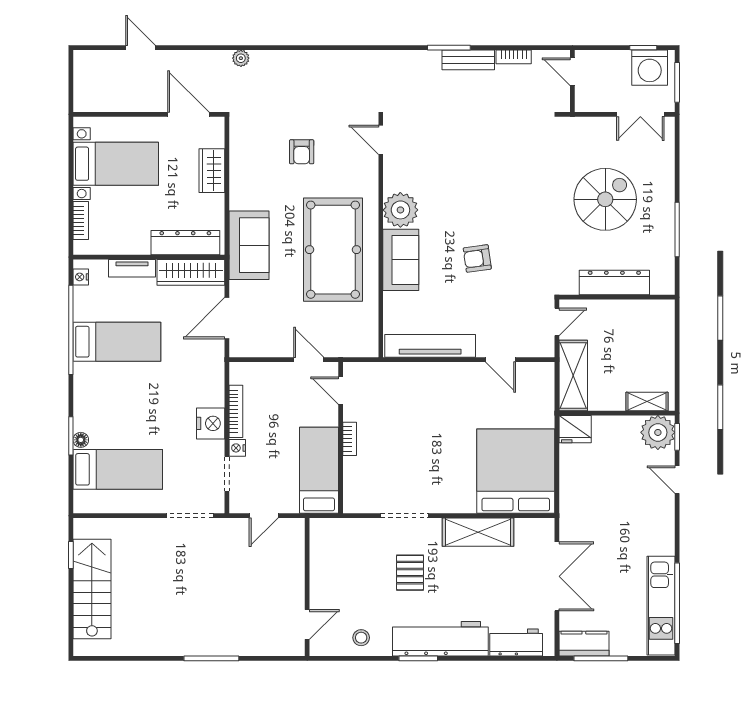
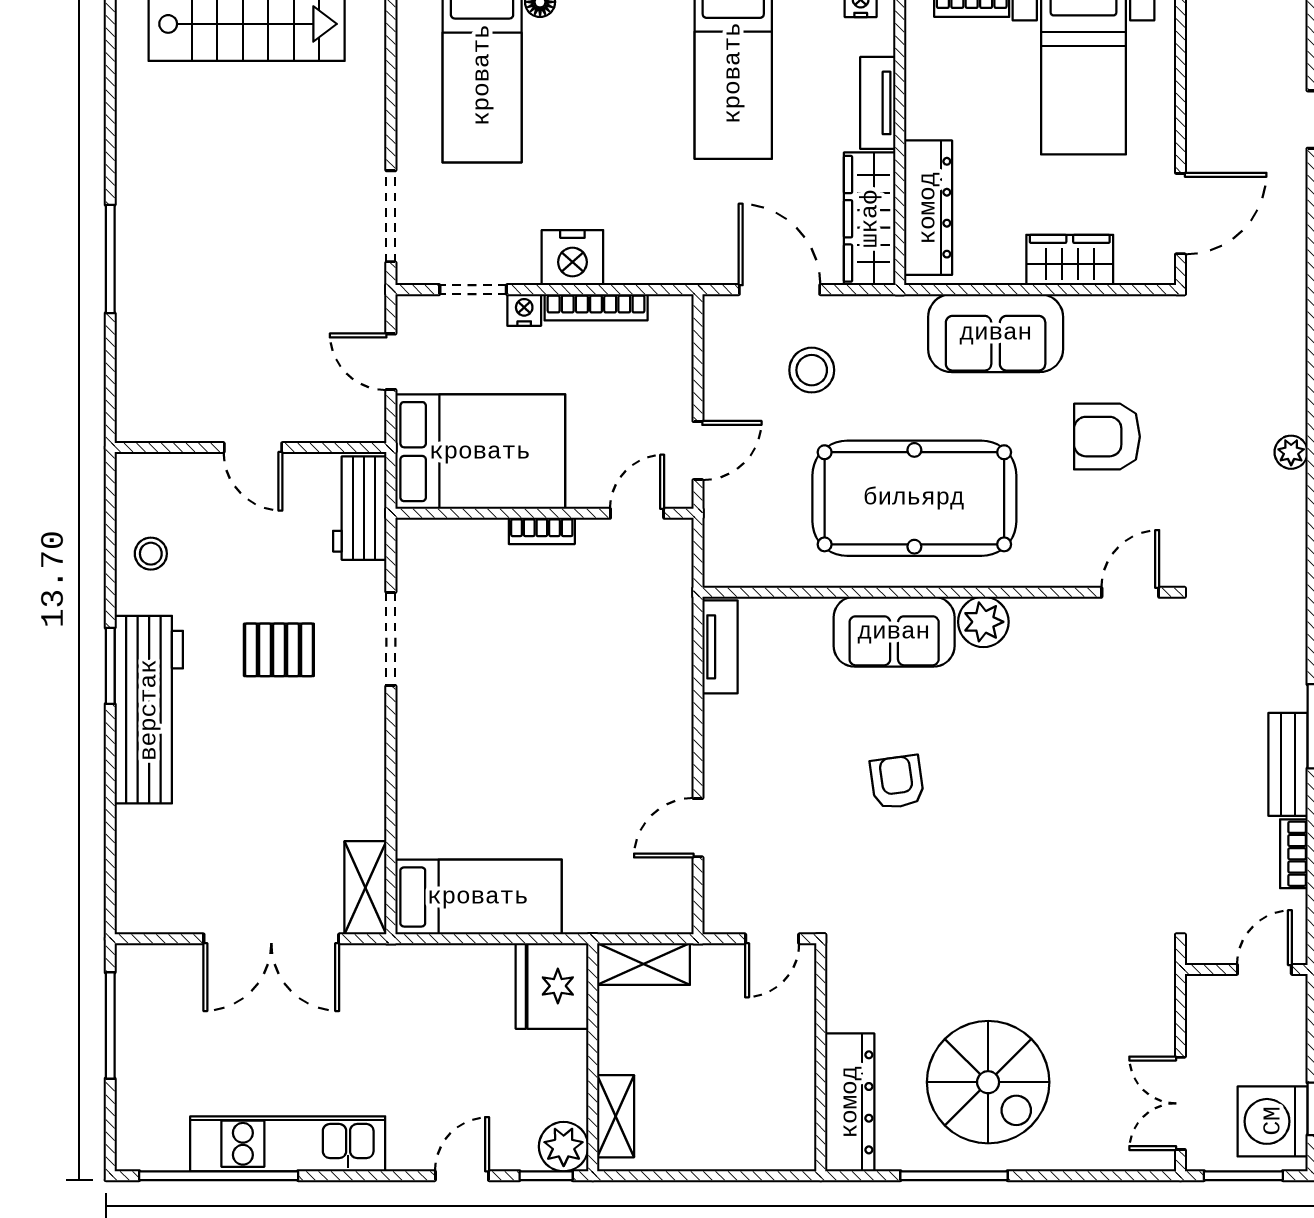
plant: (241, 58) -> (1291, 452), moved
armchair: (302, 152) -> (1107, 437), width x1.38, depth x1.38
spiral stairs: (605, 199) -> (988, 1082), moved
plant: (400, 210) -> (983, 622), width x0.73, depth x0.73
sofa: (249, 245) -> (996, 333), moved
dresser: (614, 283) -> (850, 1102), moved
stool: (268, 302) -> (812, 370), added
door: (557, 322) -> (772, 939), hinge flipped
tv unit: (430, 346) -> (720, 647), width x0.52, depth x0.78
shelving: (573, 376) -> (643, 964), width x0.67, depth x0.75
fridge: (575, 429) -> (552, 986), width x1.36, depth x1.34
plant: (658, 432) -> (564, 1147), width x0.73, depth x0.73
bed: (319, 470) -> (480, 452), width x1.50
bed: (516, 471) -> (478, 897), width x0.49
shelving: (478, 532) -> (365, 888), moved, width x0.67, depth x0.75
kitchen unit: (661, 606) -> (288, 1144), moved
door: (307, 625) -> (253, 448), moved
workbench: (516, 643) -> (360, 508), moved, turned 180
kitchen counter: (584, 644) -> (139, 992), removed

